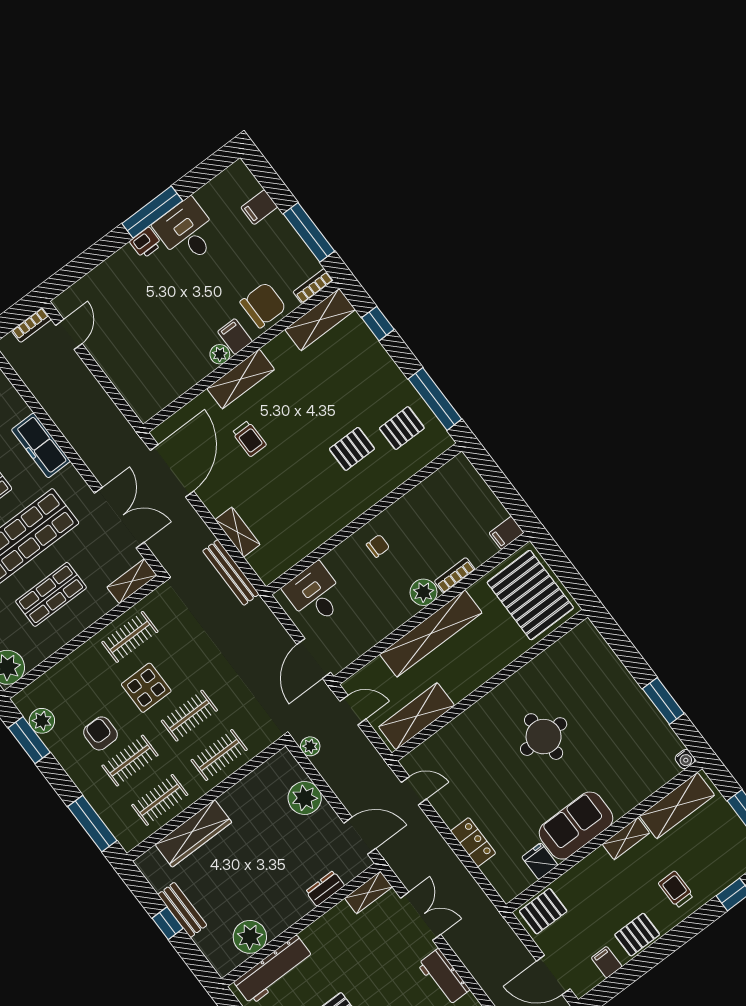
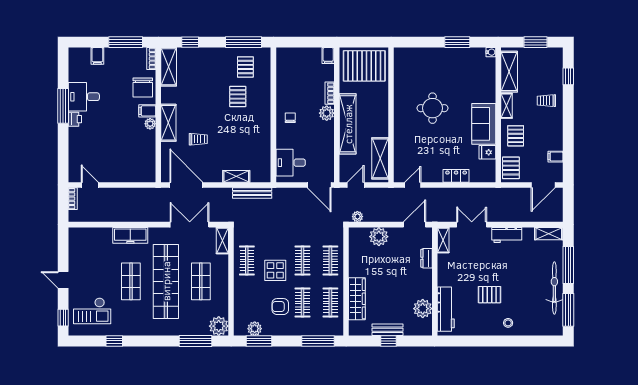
chair: (263, 305) -> (143, 87), turned 180
pallet: (637, 935) -> (516, 136), moved

